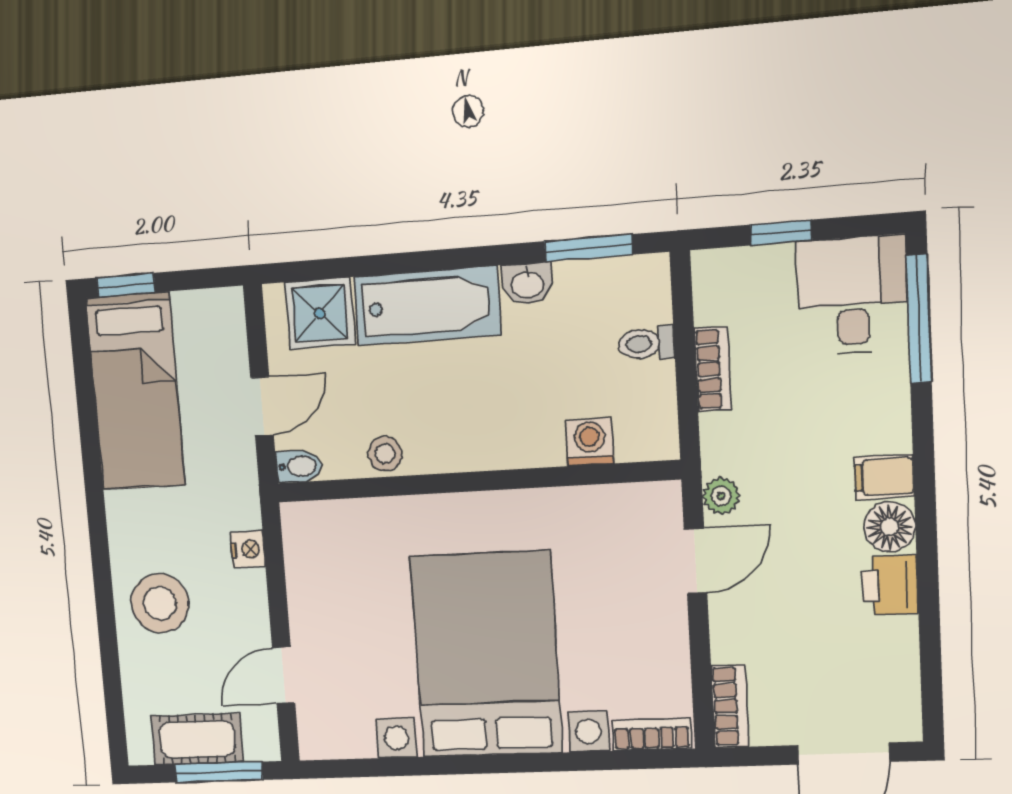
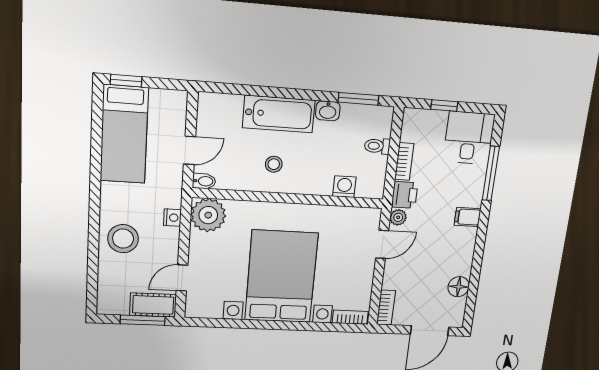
shower: (320, 313) -> (225, 110), removed
window: (919, 319) -> (491, 173), moved
stool: (385, 454) -> (274, 164), moved
floor lamp: (890, 527) -> (459, 287), moved
plant: (317, 536) -> (208, 215), added
printer: (890, 585) -> (405, 195), moved, turned 180
cot: (197, 739) -> (153, 305), moved

